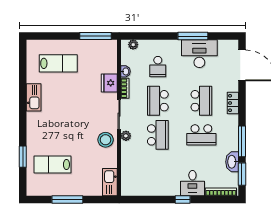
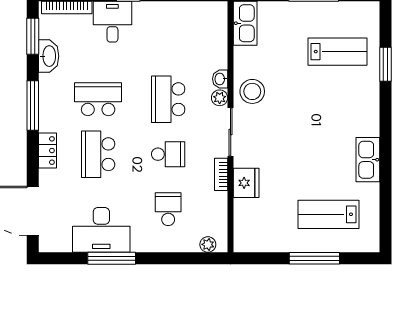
window: (96, 36) -> (314, 258), moved
washbasin: (125, 71) -> (220, 79), moved
school desk: (158, 101) -> (168, 154), width x0.54
window: (242, 141) -> (33, 105), moved

